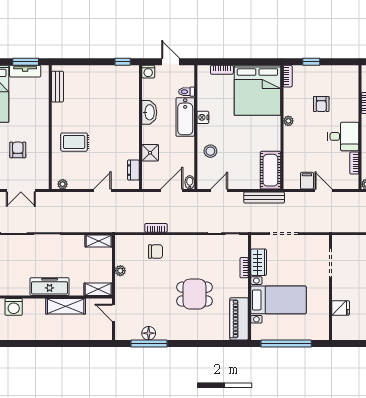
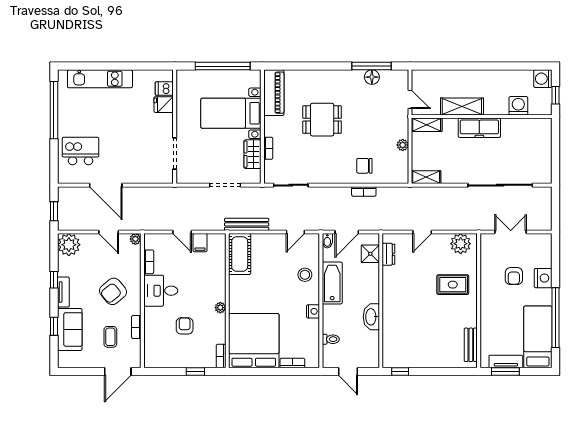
washing machine: (148, 72) -> (372, 361), removed
bathtub: (185, 117) -> (332, 283), moved
shower: (150, 153) -> (370, 254), moved
plant: (63, 184) -> (461, 244), width x1.87, depth x1.87
dishwasher: (340, 323) -> (164, 88), added

